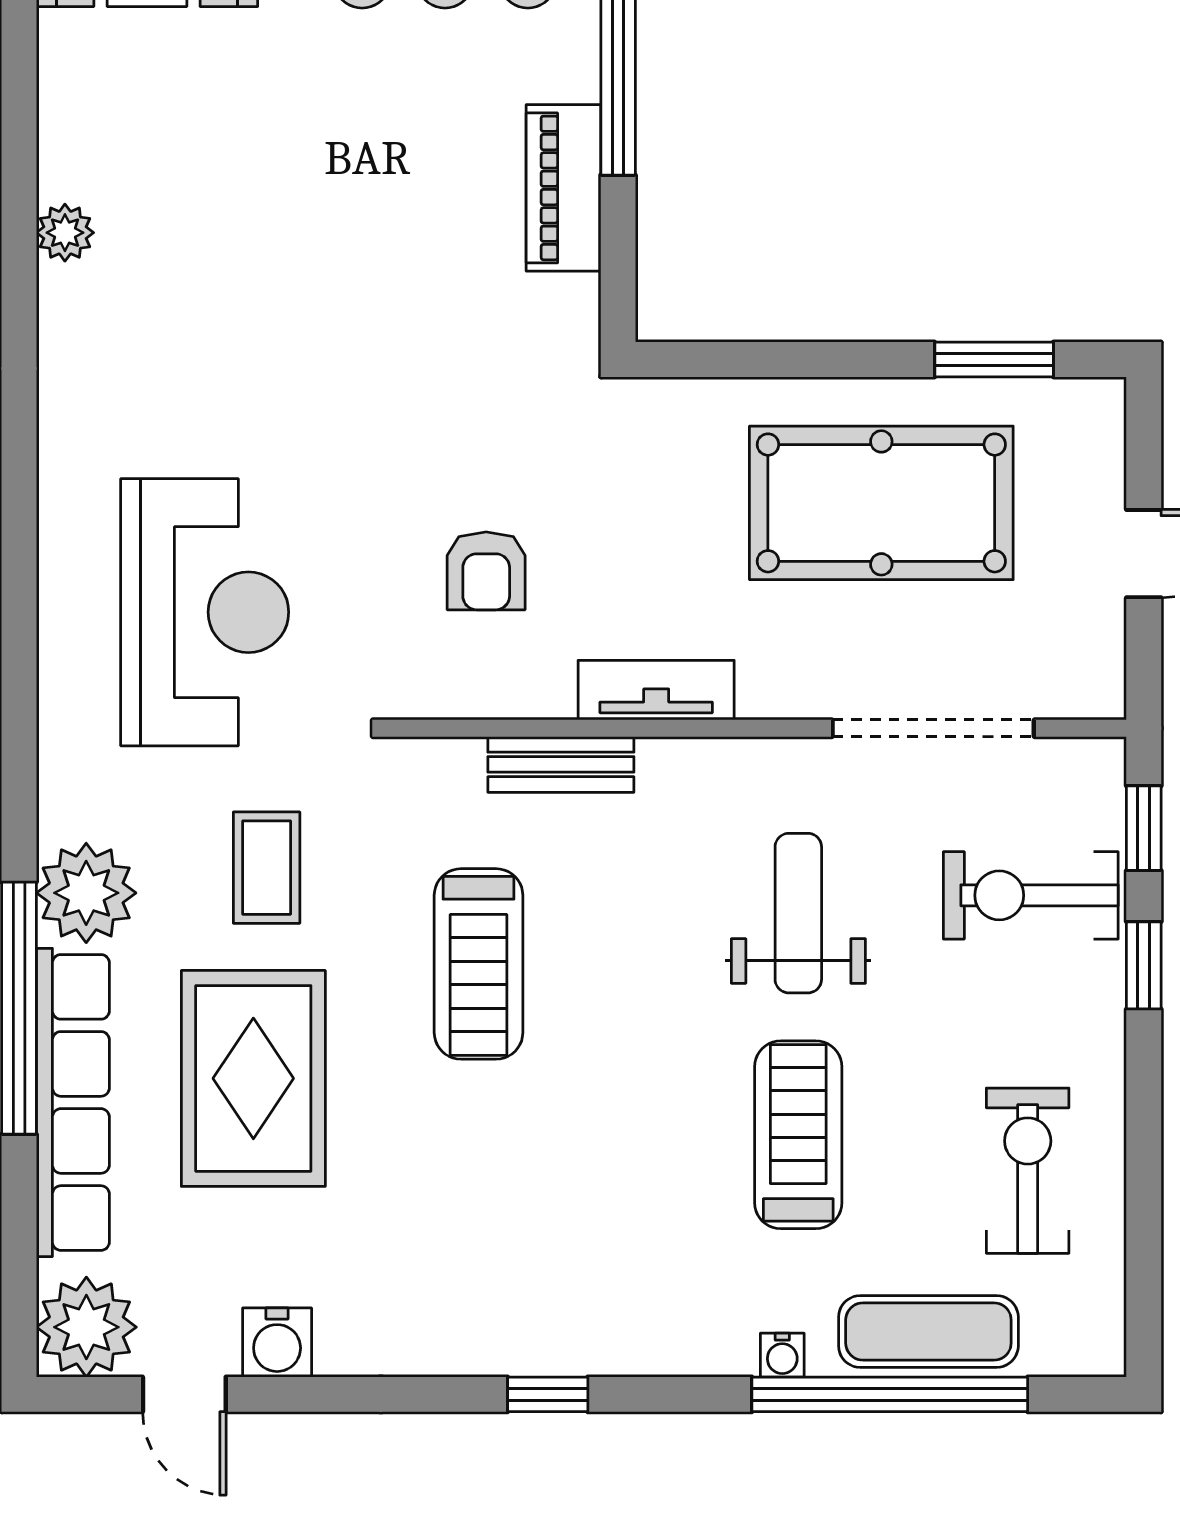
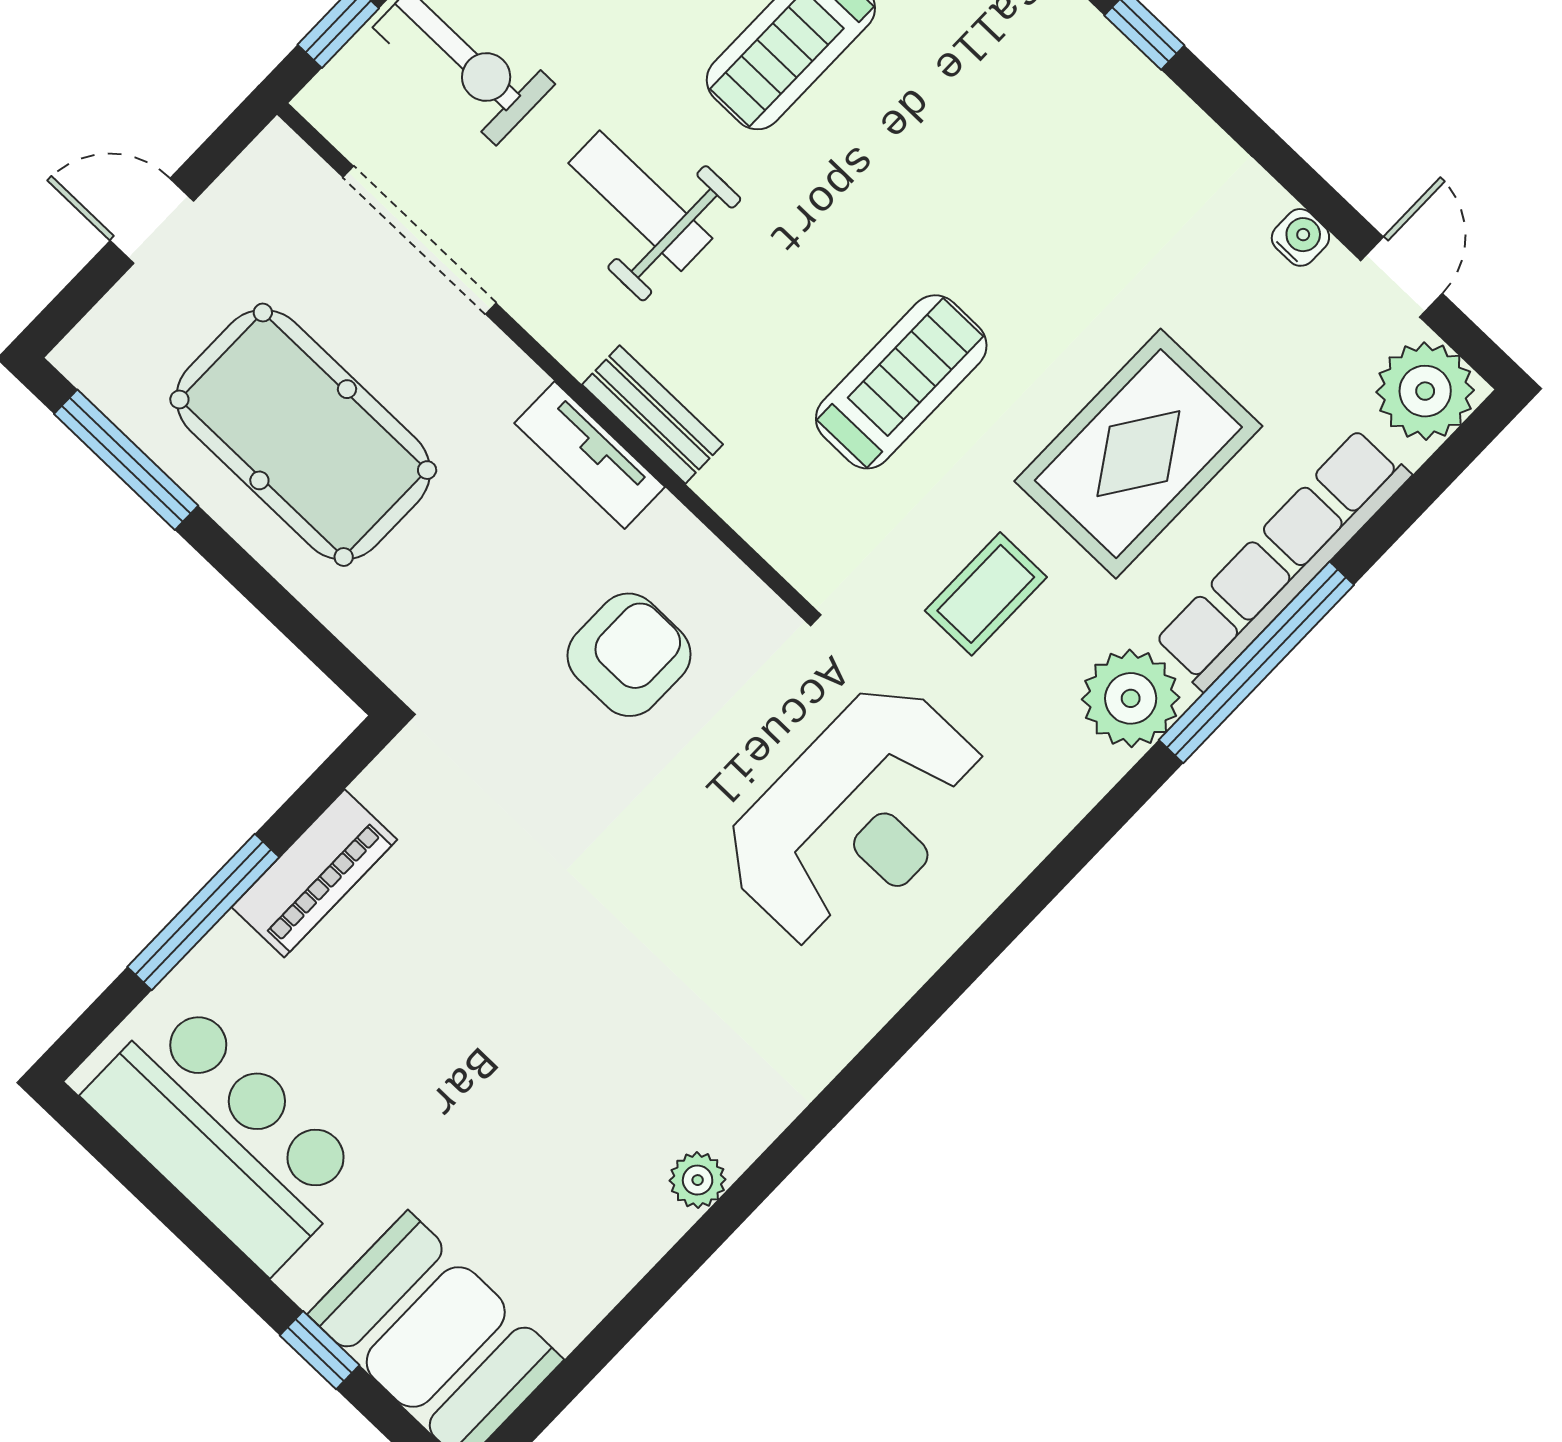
window: (994, 360) -> (126, 460), width x1.44
armchair: (486, 571) -> (629, 655), width x1.38, depth x1.38
reception desk: (205, 612) -> (856, 817), turned 180
bench: (561, 764) -> (652, 414), moved
weight bench: (798, 913) -> (640, 201), turned 90
water cooler: (277, 1343) -> (1300, 237), width x0.72, depth x0.72

